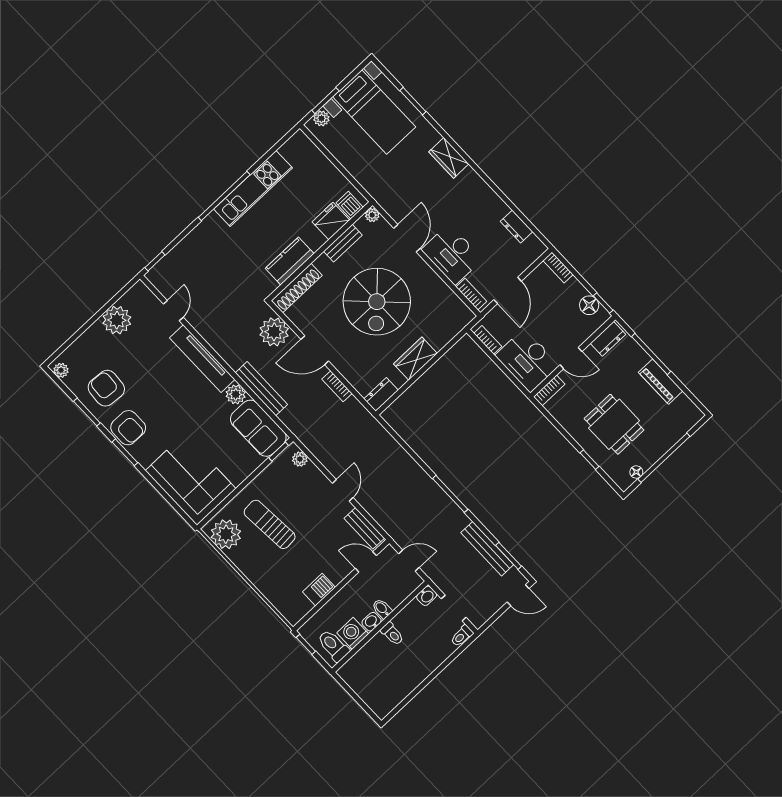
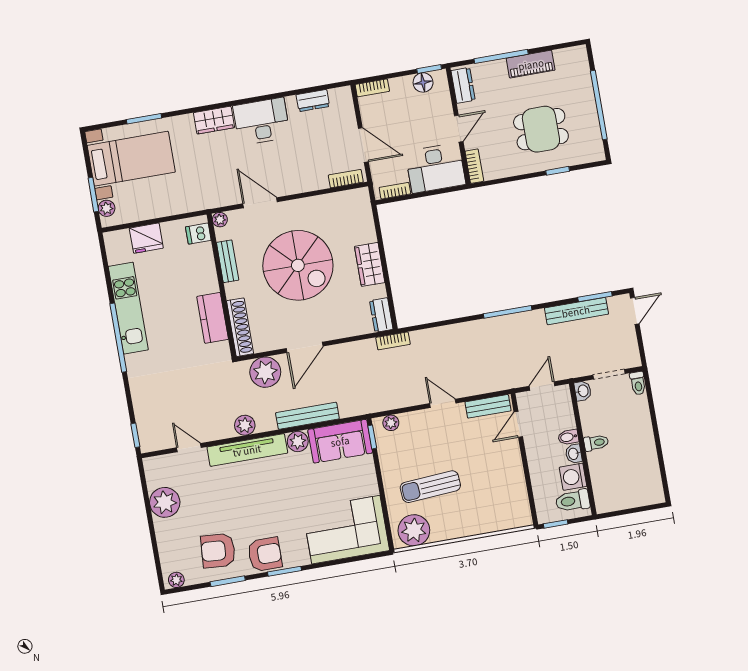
fridge: (331, 221) -> (146, 238), moved, turned -90
desk: (452, 254) -> (261, 121), moved, turned 180
plant: (221, 343) -> (245, 425), added
bookcase: (337, 386) -> (393, 341), moved
floor lamp: (636, 472) -> (595, 137), removed
barbecue: (319, 590) -> (515, 481), removed

